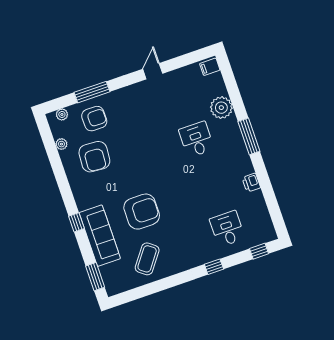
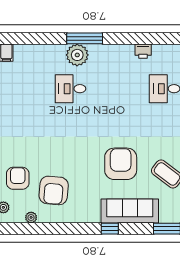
plant: (221, 108) -> (77, 55), moved
armchair: (94, 157) -> (54, 190), turned 91
printer: (251, 183) -> (143, 51), moved

